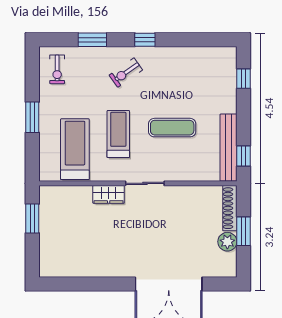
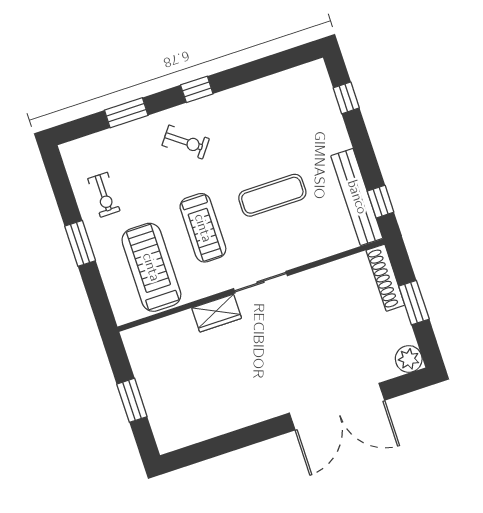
exercise bike: (57, 69) -> (104, 195), moved
exercise bike: (126, 73) -> (186, 142), turned -108
treadmill: (118, 134) -> (203, 228), turned 180
window: (32, 218) -> (132, 400), moved
plant: (227, 242) -> (409, 359), moved

